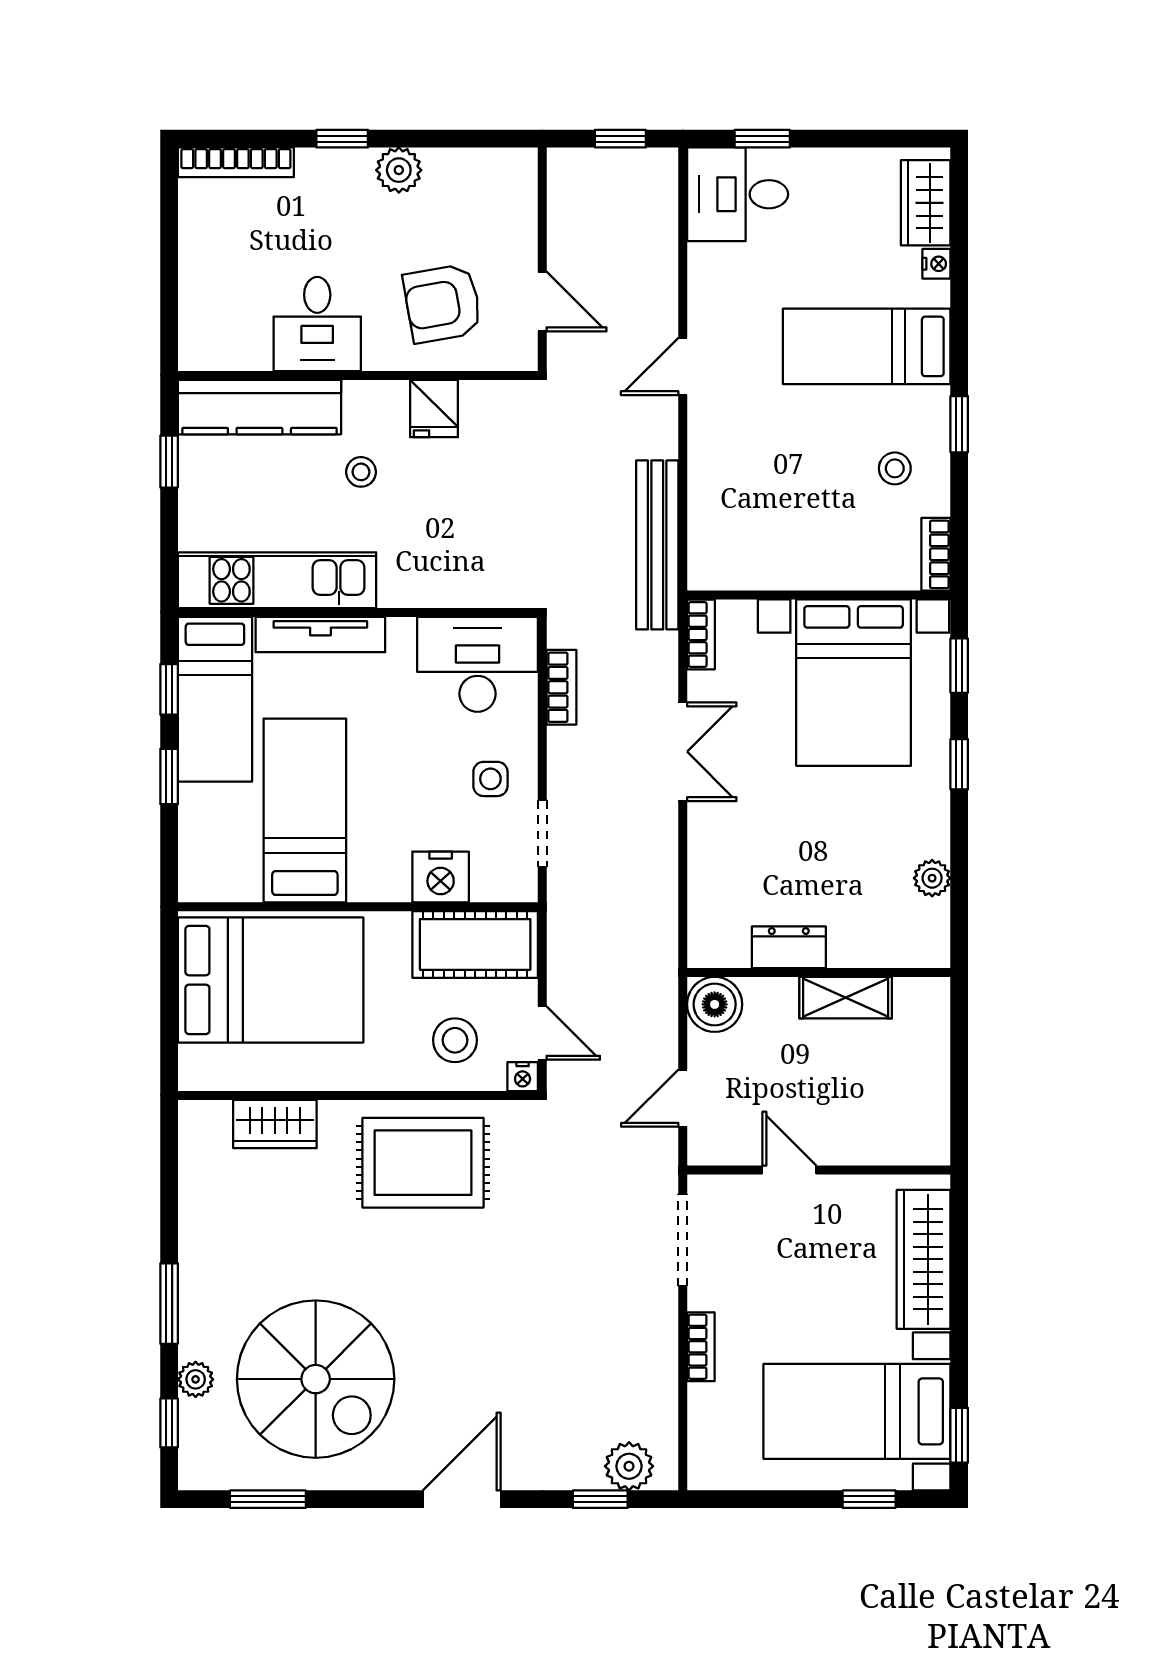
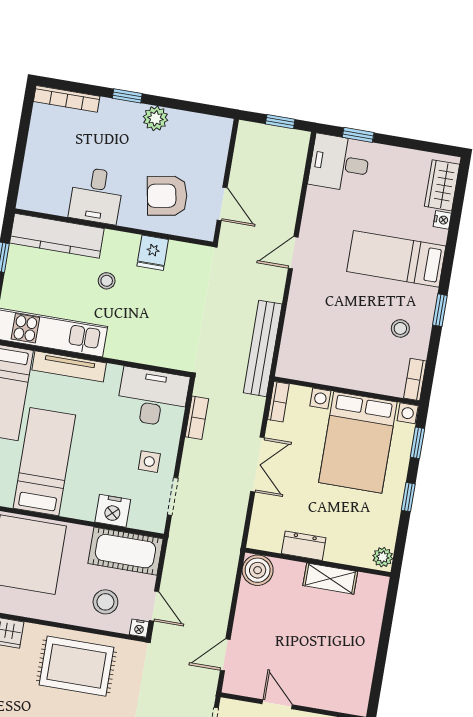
dresser: (789, 947) -> (304, 546), moved
wall: (819, 973) -> (318, 562), moved
shelving: (846, 998) -> (330, 579), moved
boiler: (715, 1004) -> (258, 570), moved

